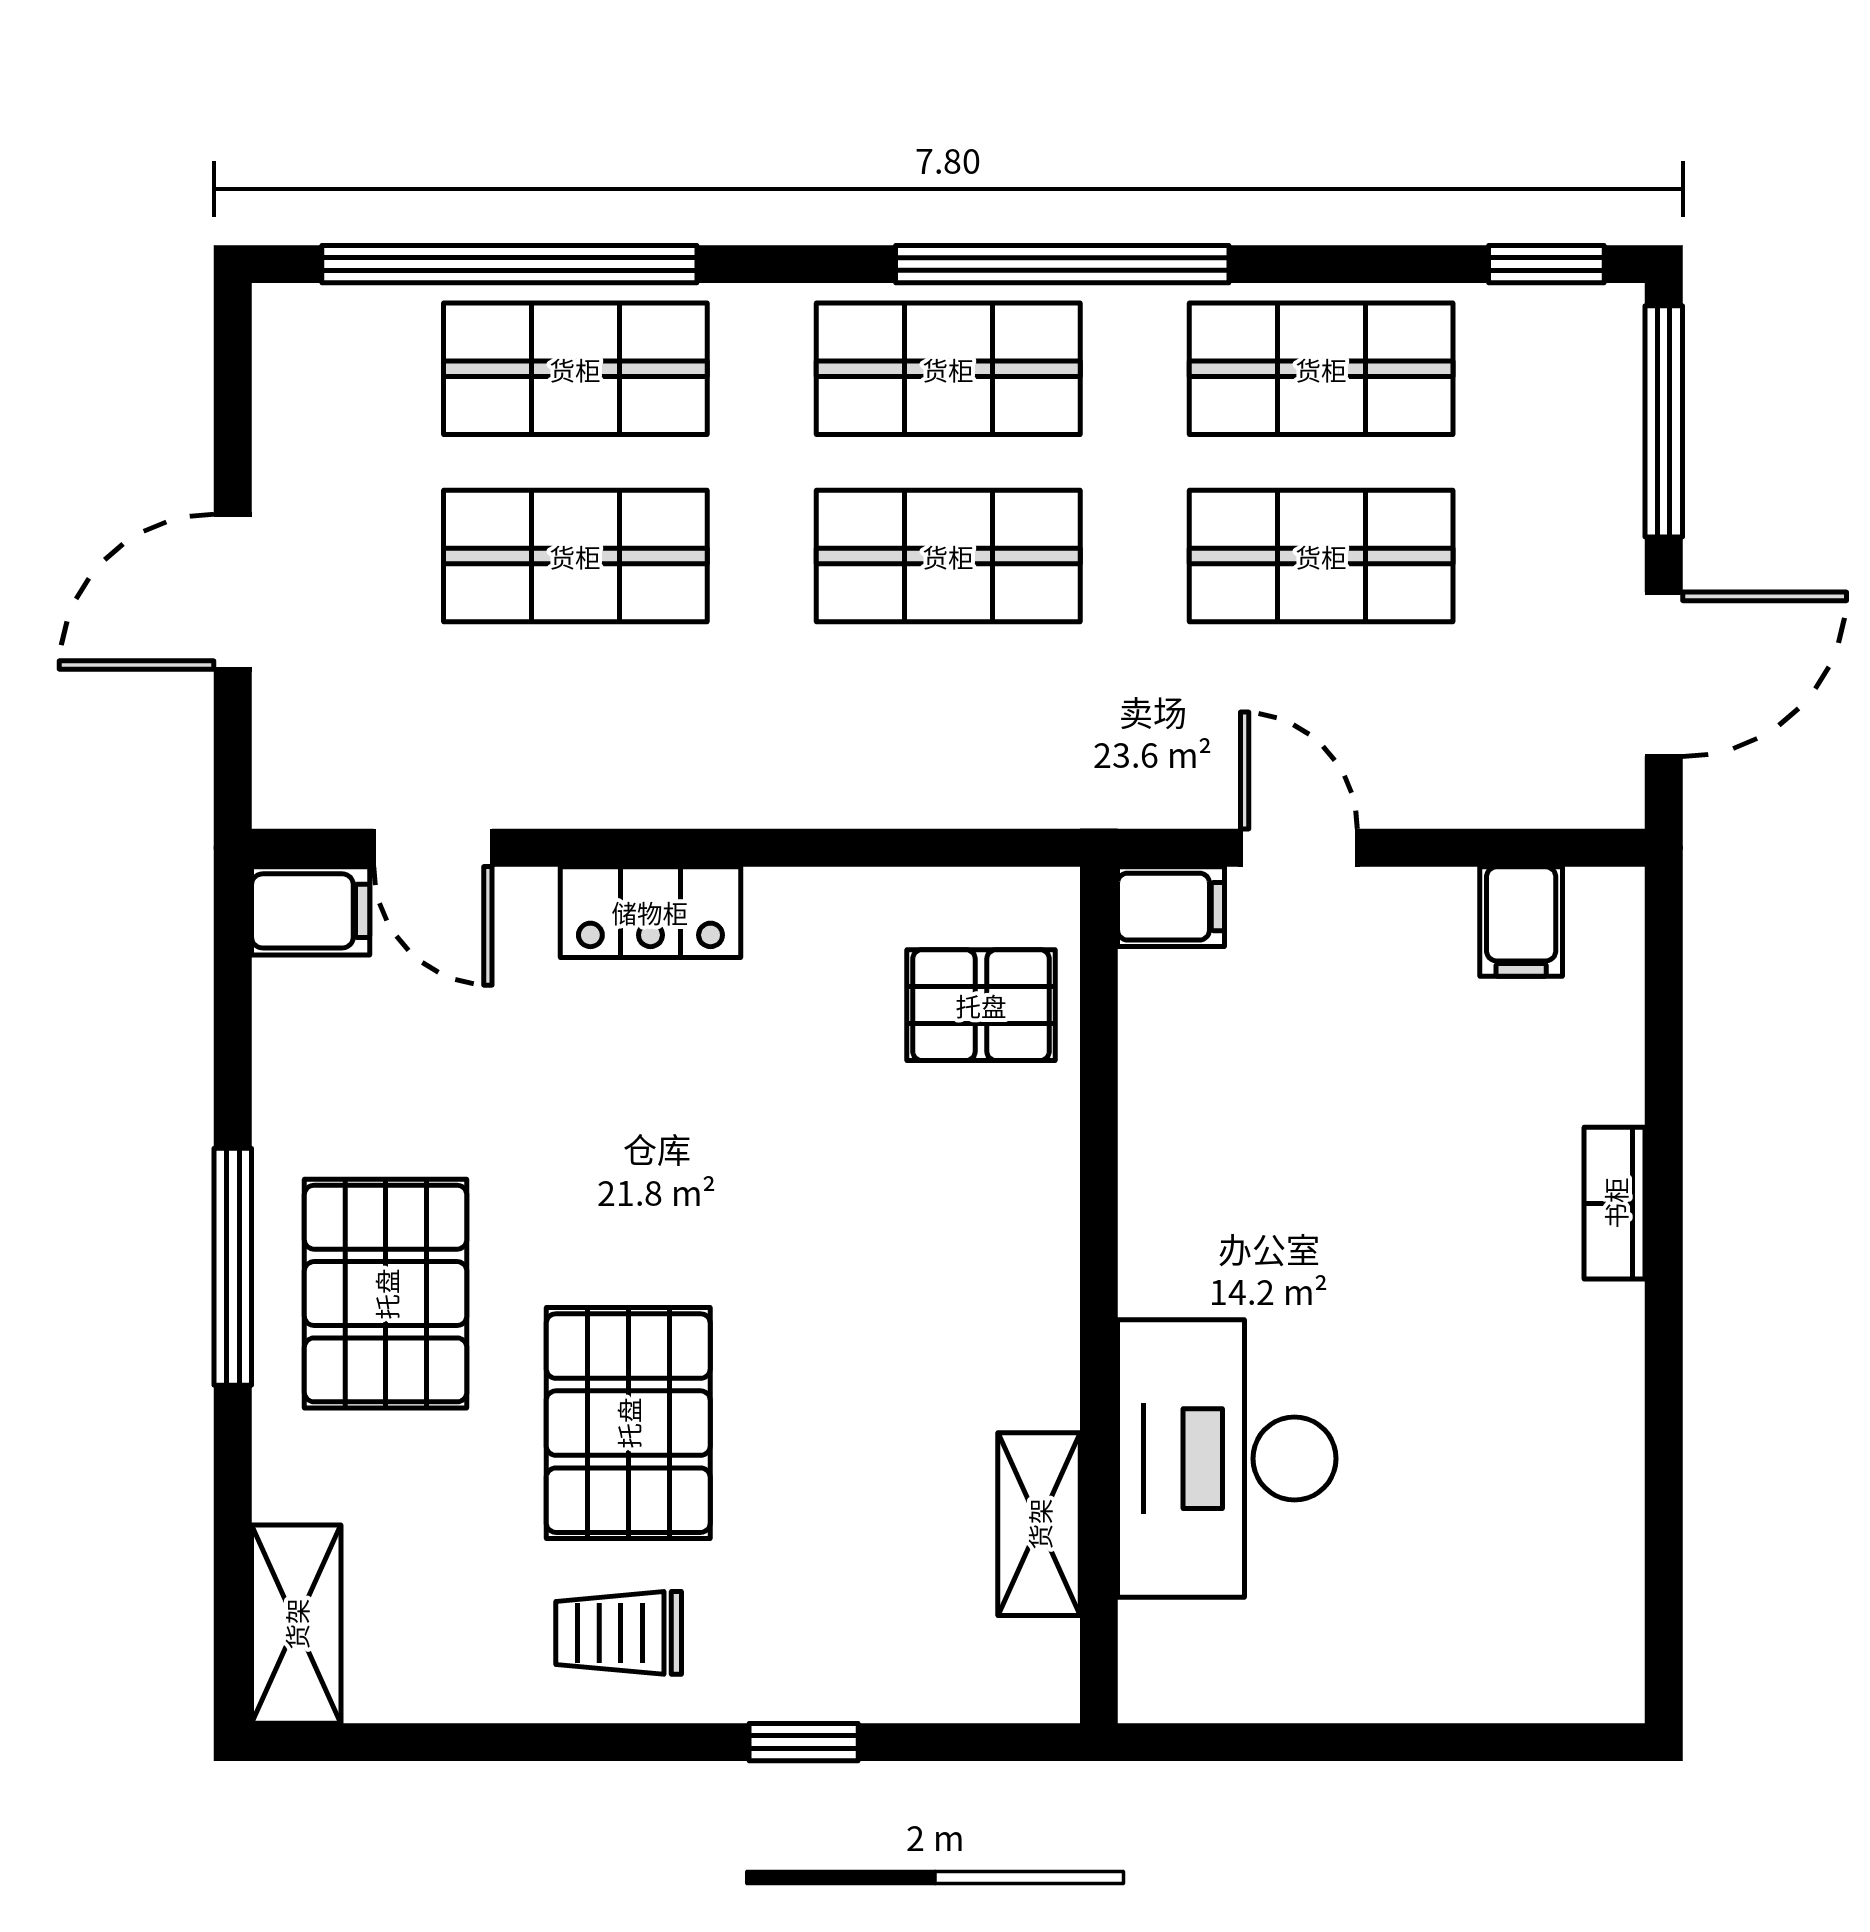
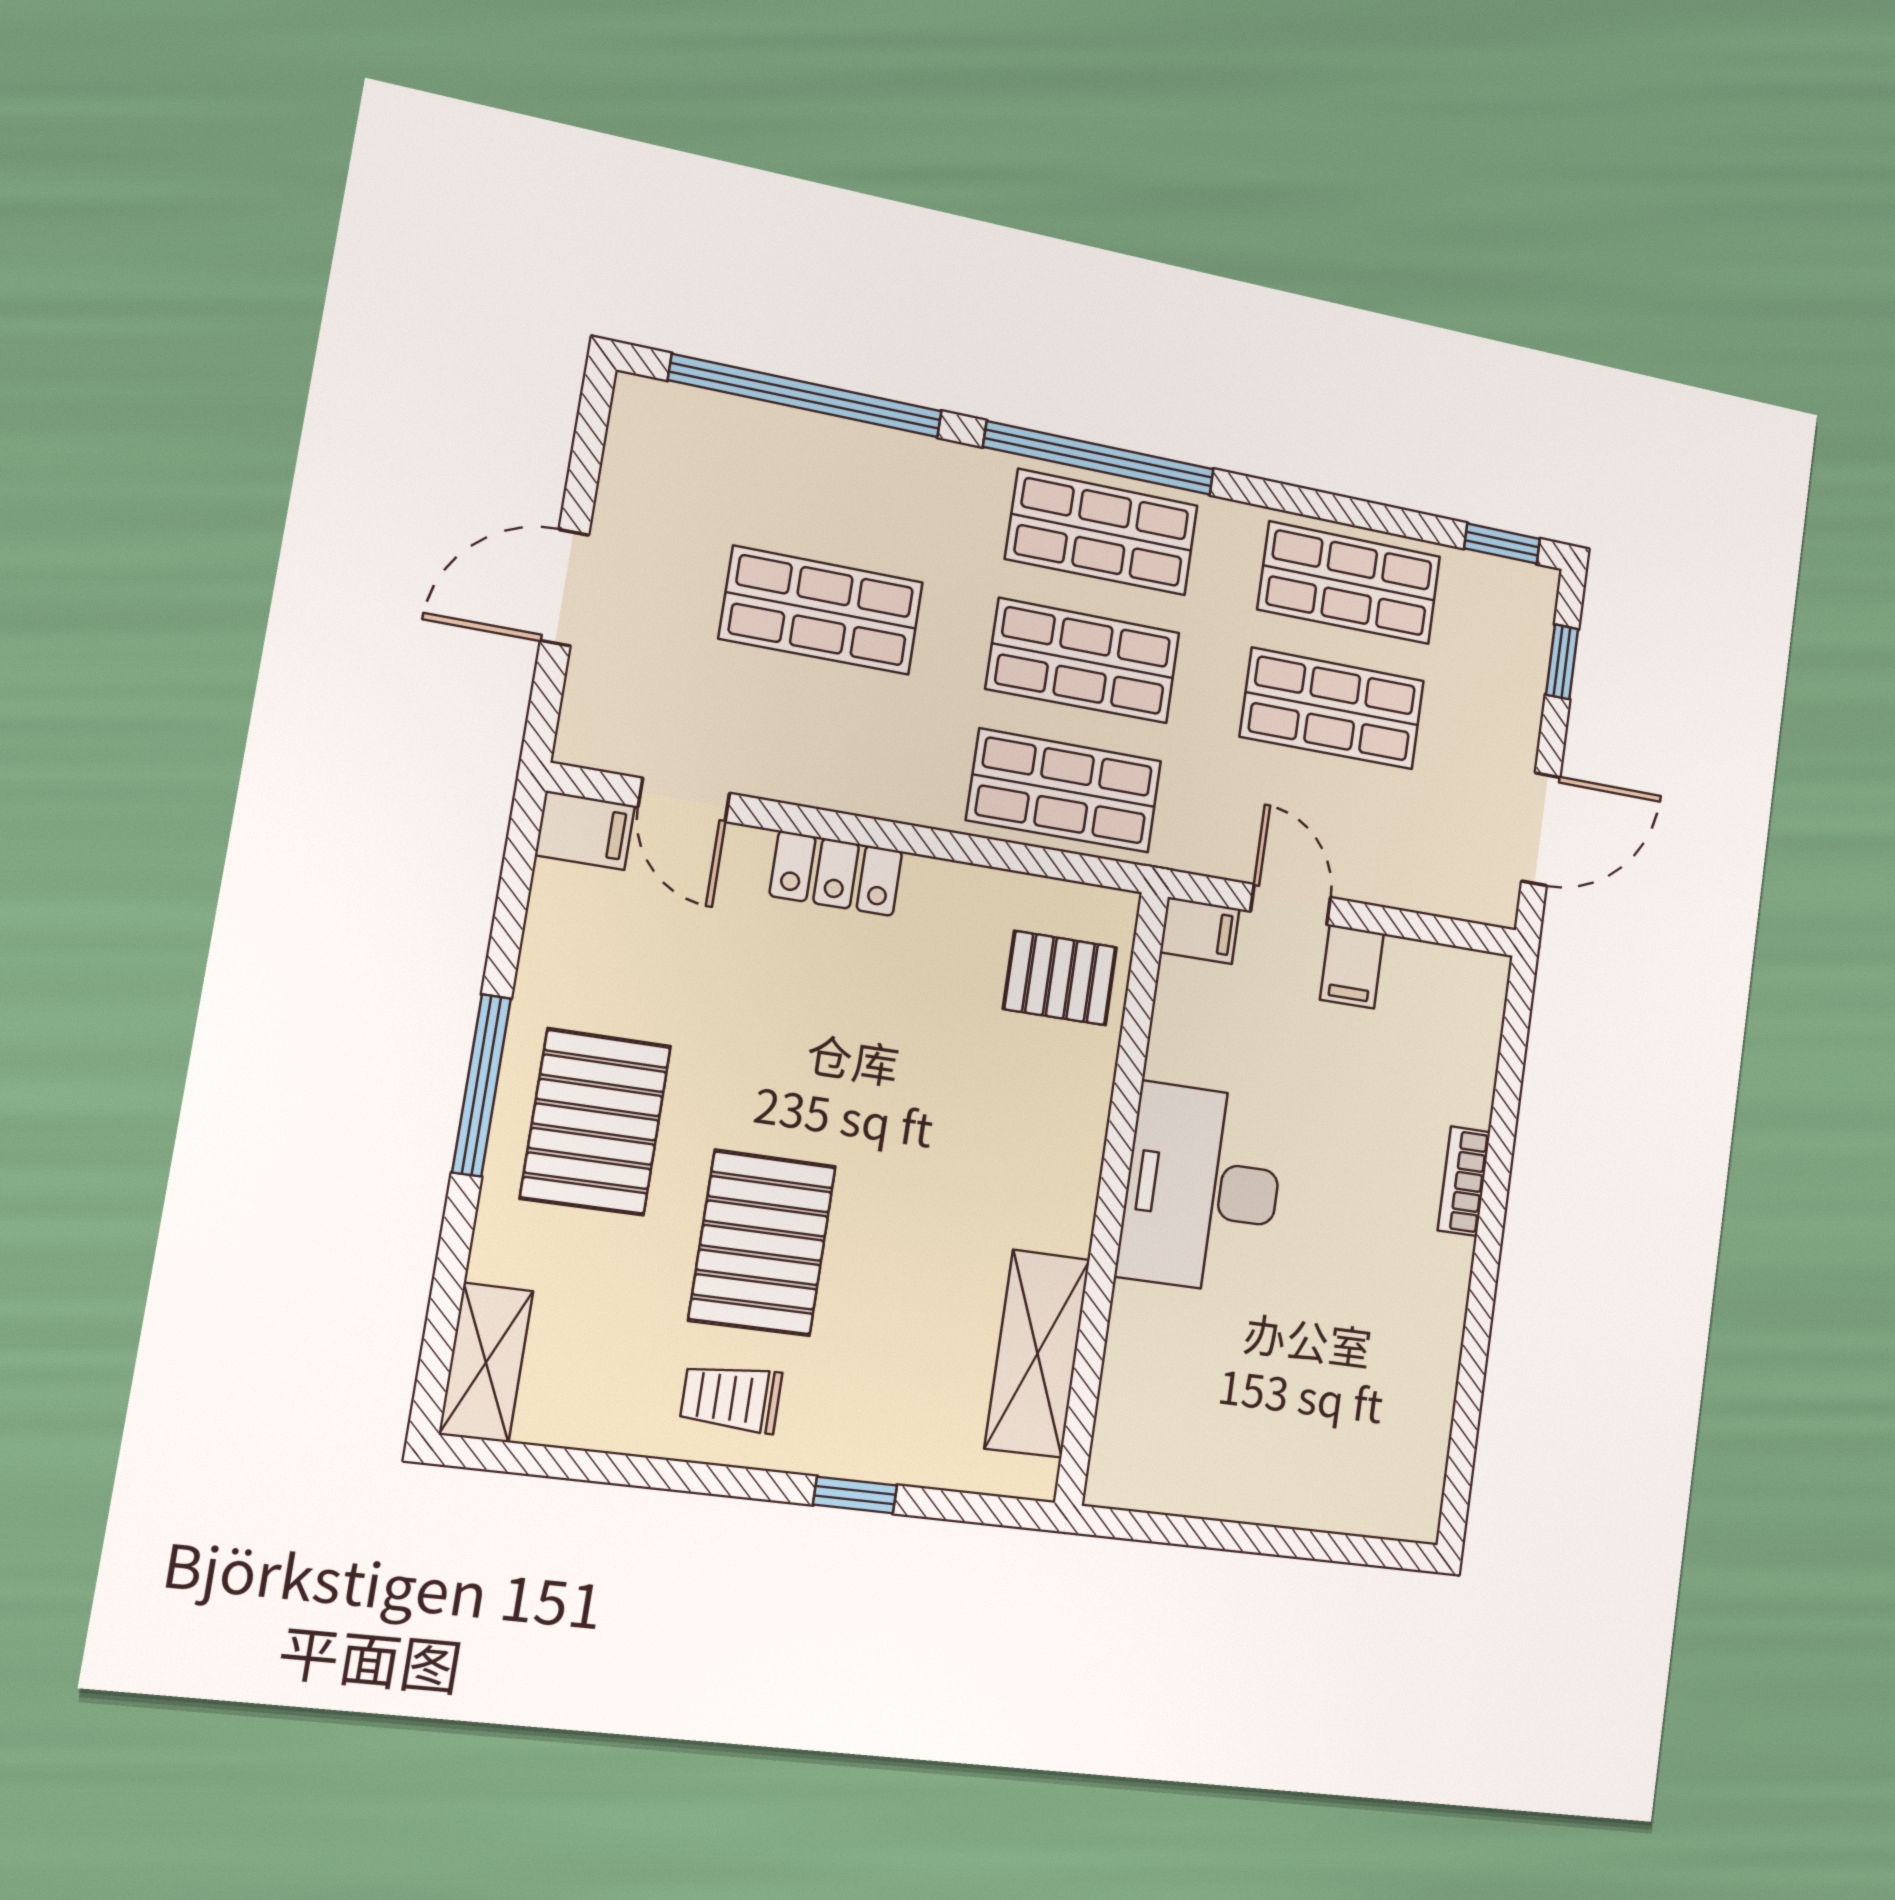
window: (1062, 264) -> (1099, 458), moved
shop shelf: (575, 369) -> (1064, 790), moved
window: (1664, 421) -> (1562, 662), width x0.46
filing cabinet: (1521, 922) -> (1352, 967), moved
desk: (1227, 1459) -> (1202, 1189), moved
shelving: (1039, 1524) -> (1037, 1354), width x1.50, depth x1.33

